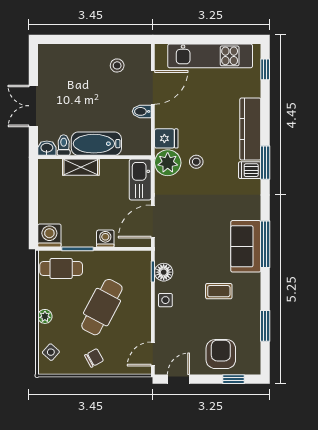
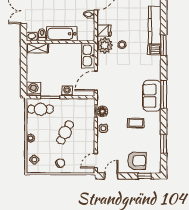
shelving: (81, 167) -> (37, 48), moved
cafe table: (102, 307) -> (65, 132), width x0.73, depth x0.74
armchair: (221, 354) -> (137, 161), turned 90

